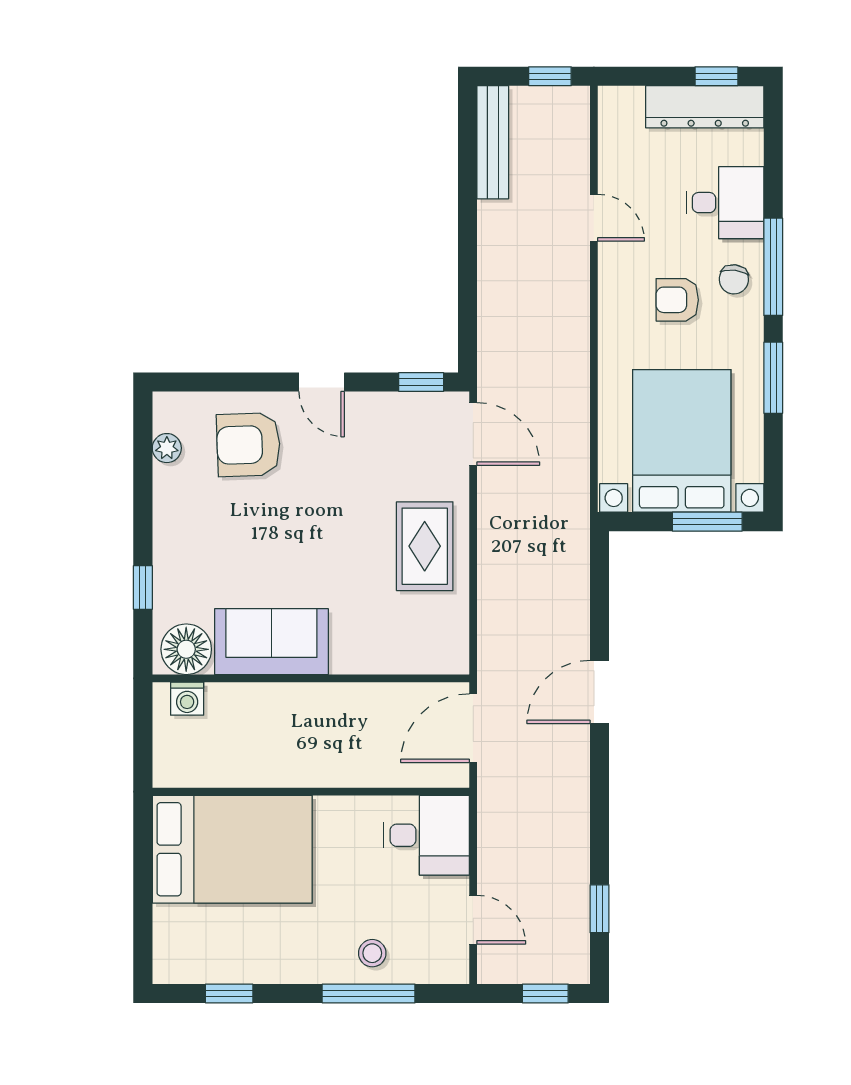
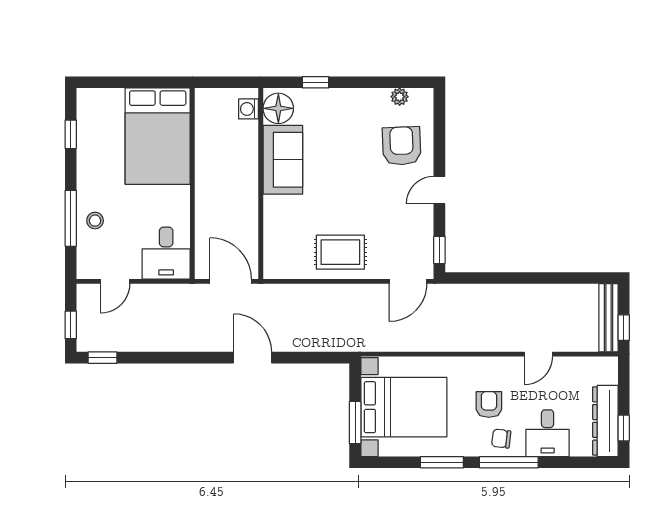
bench: (493, 142) -> (608, 318), moved, turned 90
window: (600, 909) -> (102, 358), moved

